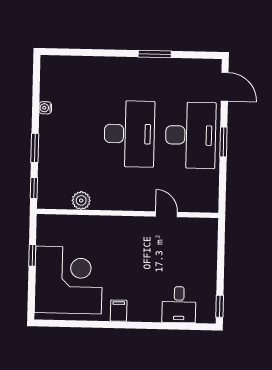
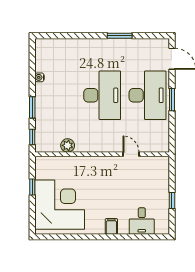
window: (220, 306) -> (172, 200), moved
filing cabinet: (119, 311) -> (111, 226), moved

